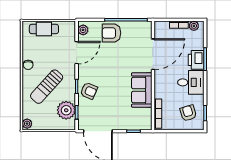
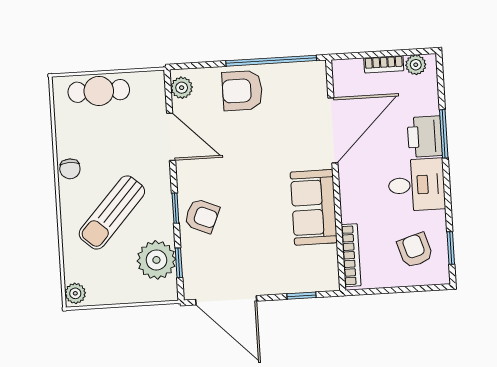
door: (77, 53) -> (171, 137), hinge flipped

